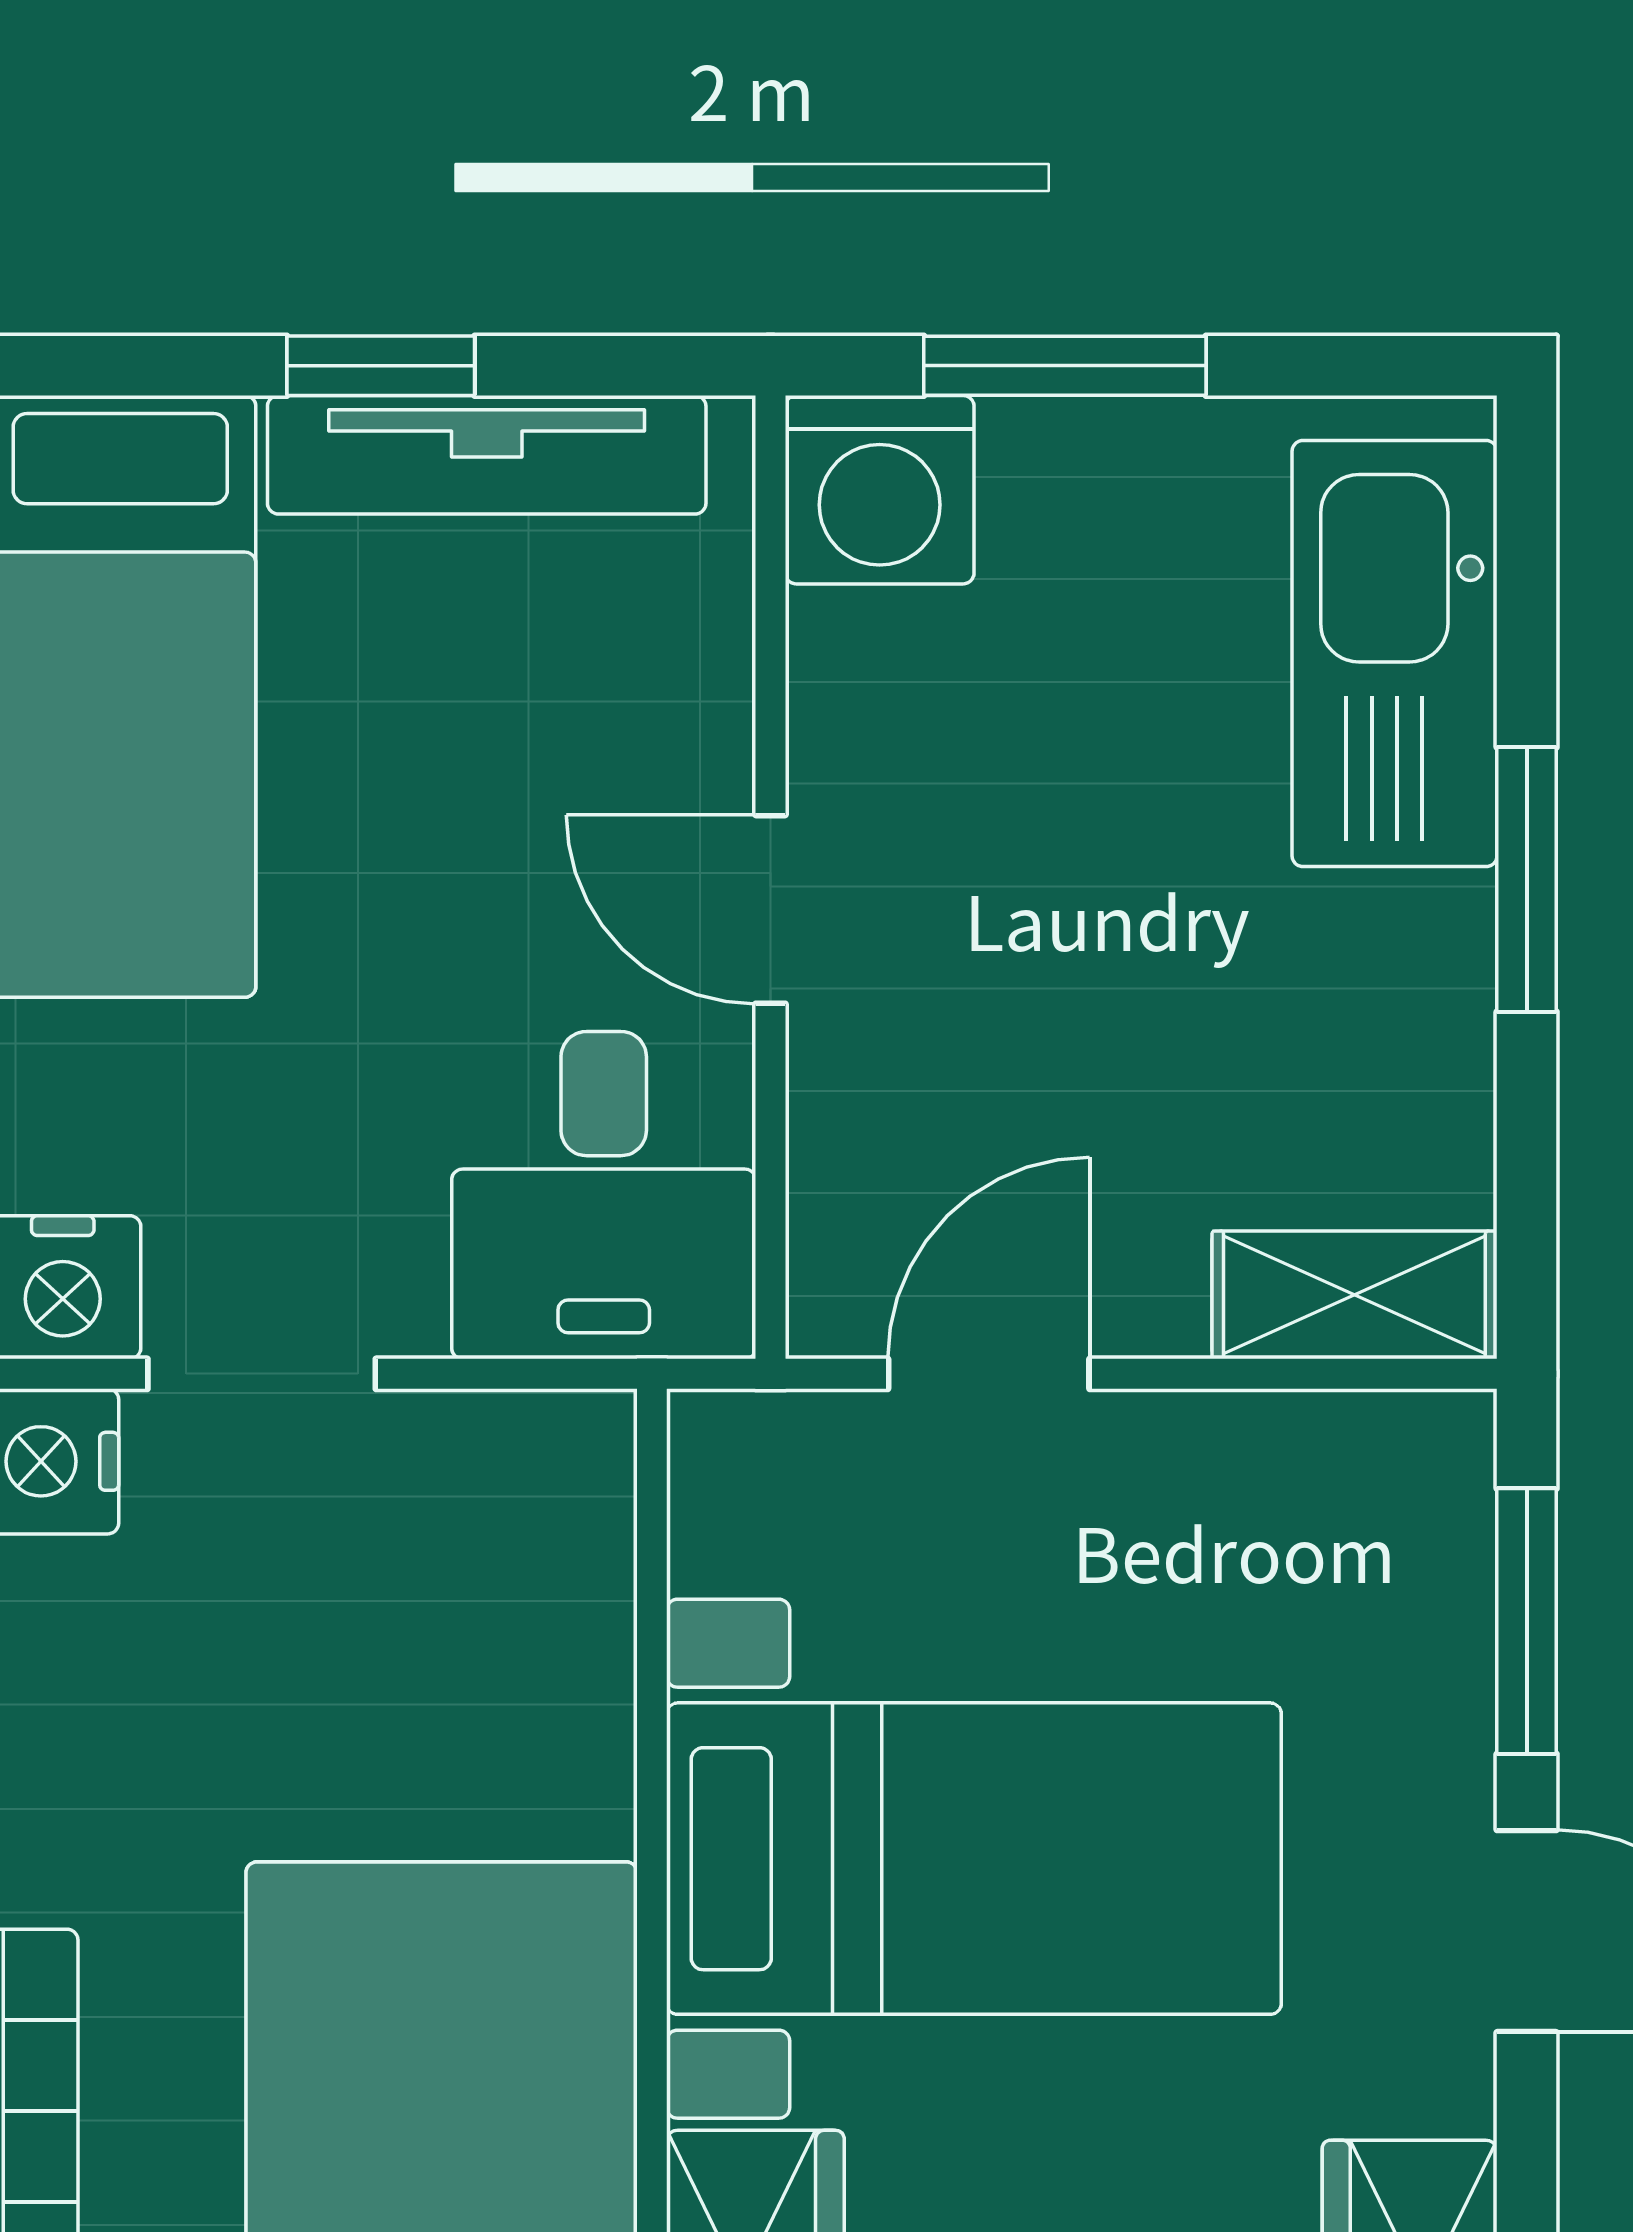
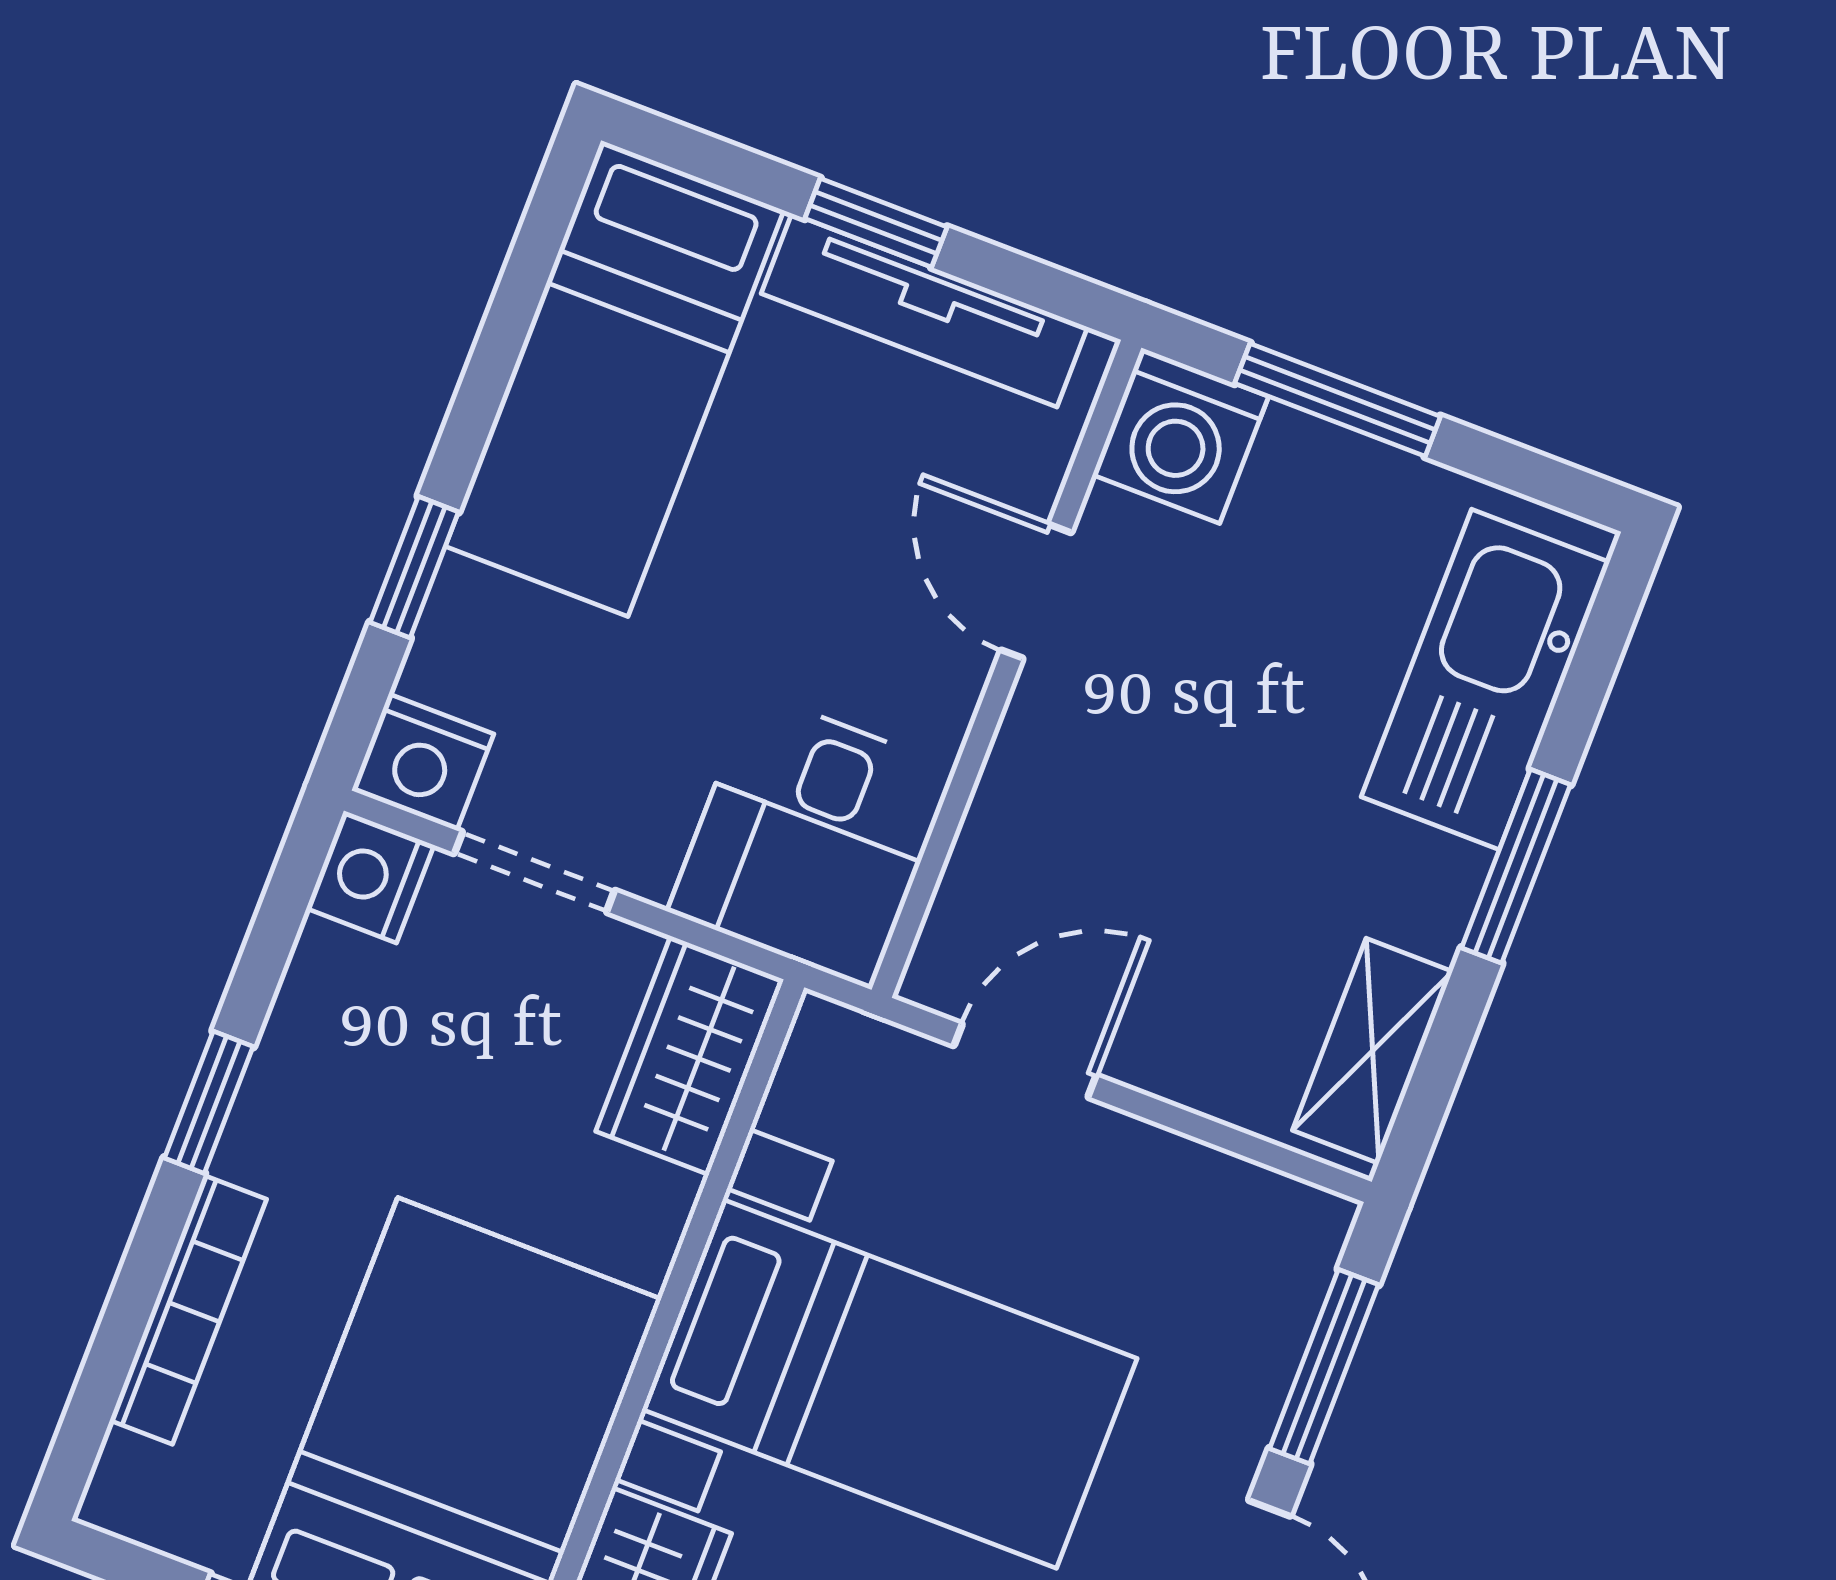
door: (770, 909) -> (1036, 591), moved
shelving: (1354, 1295) -> (1373, 1051), moved, turned 90
wardrobe: (553, 1533) -> (690, 1055), added

